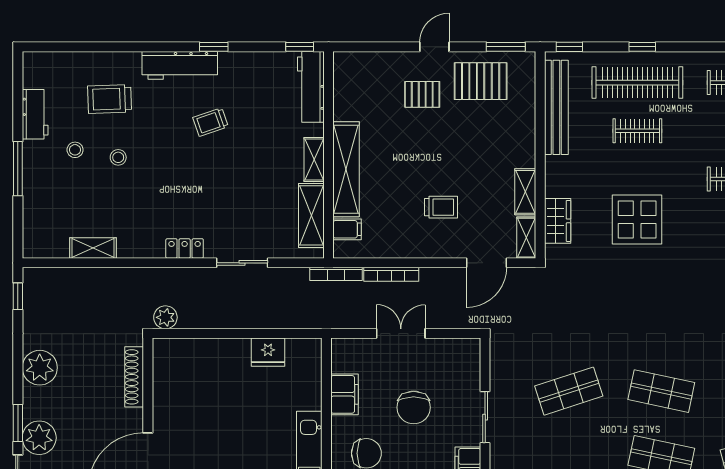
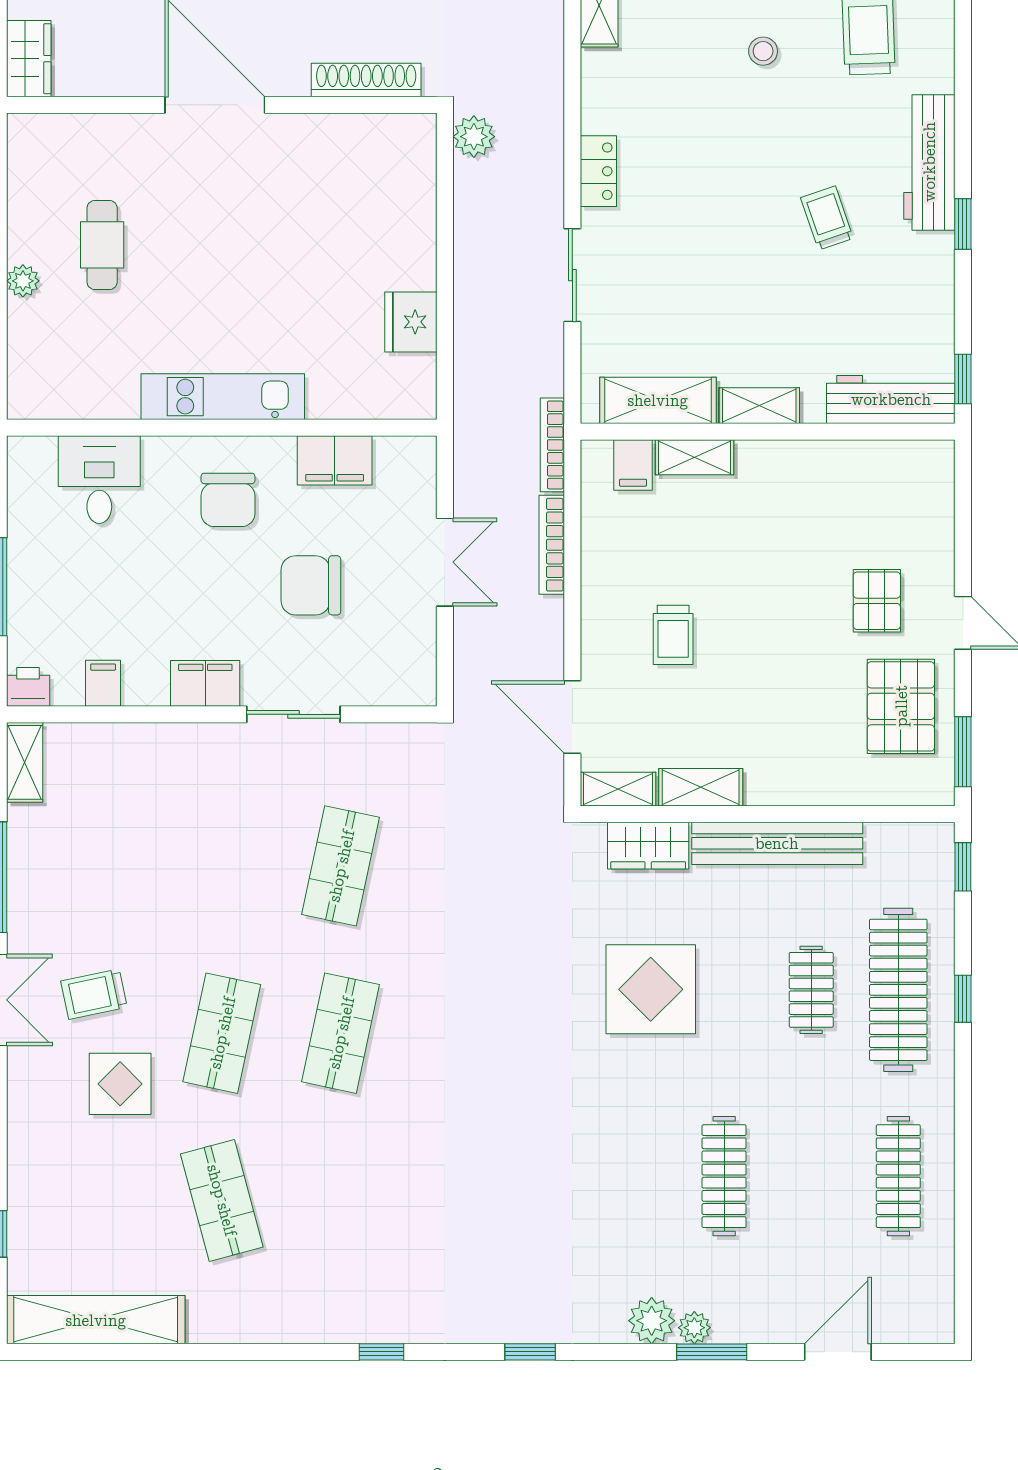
bench: (556, 107) -> (777, 843), moved
shelving: (346, 169) -> (694, 457), width x0.45, depth x0.75
shop shelf: (569, 391) -> (341, 866), turned 30

